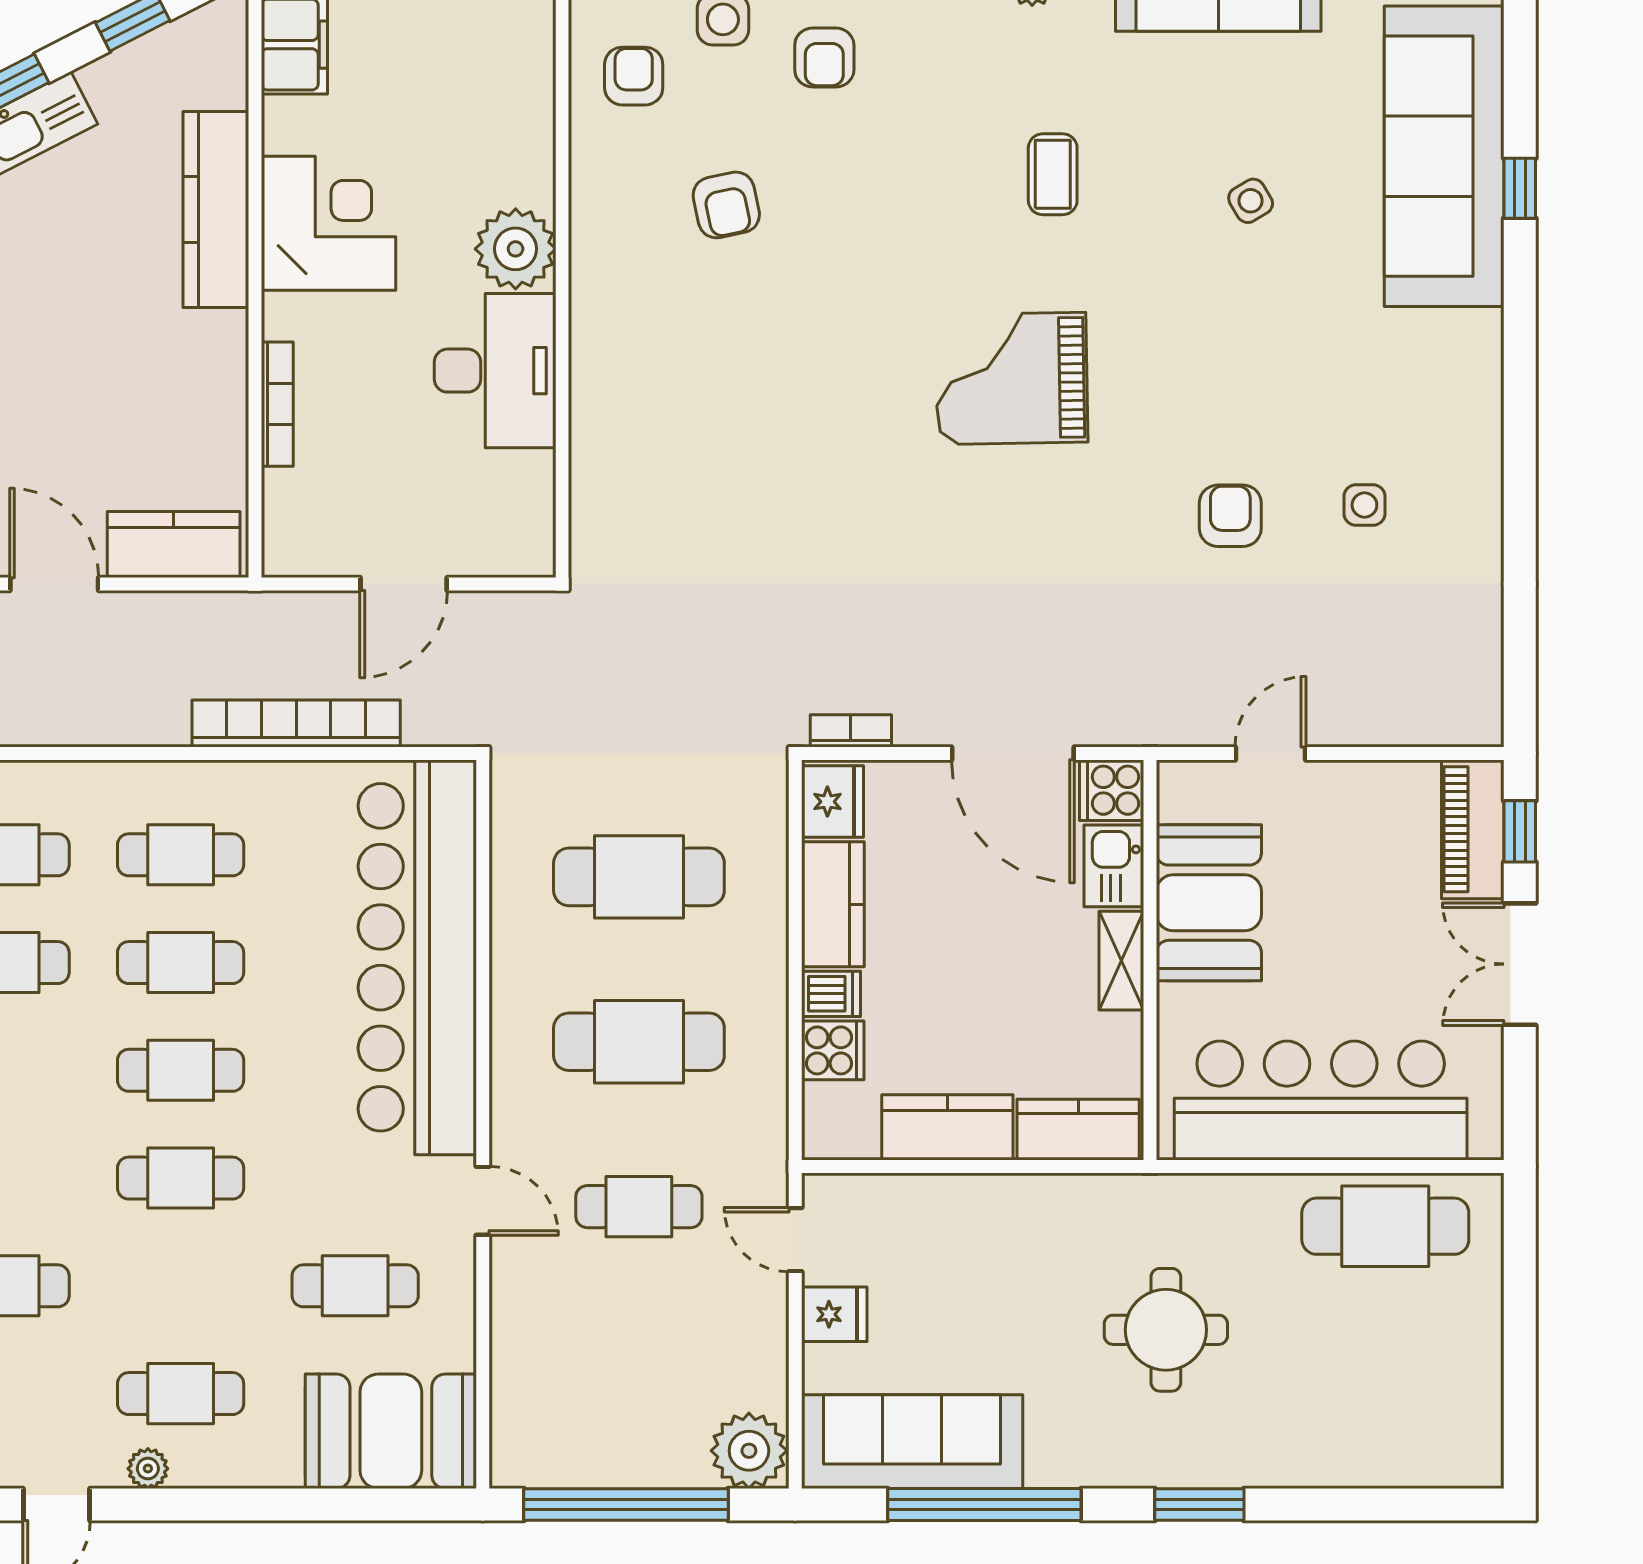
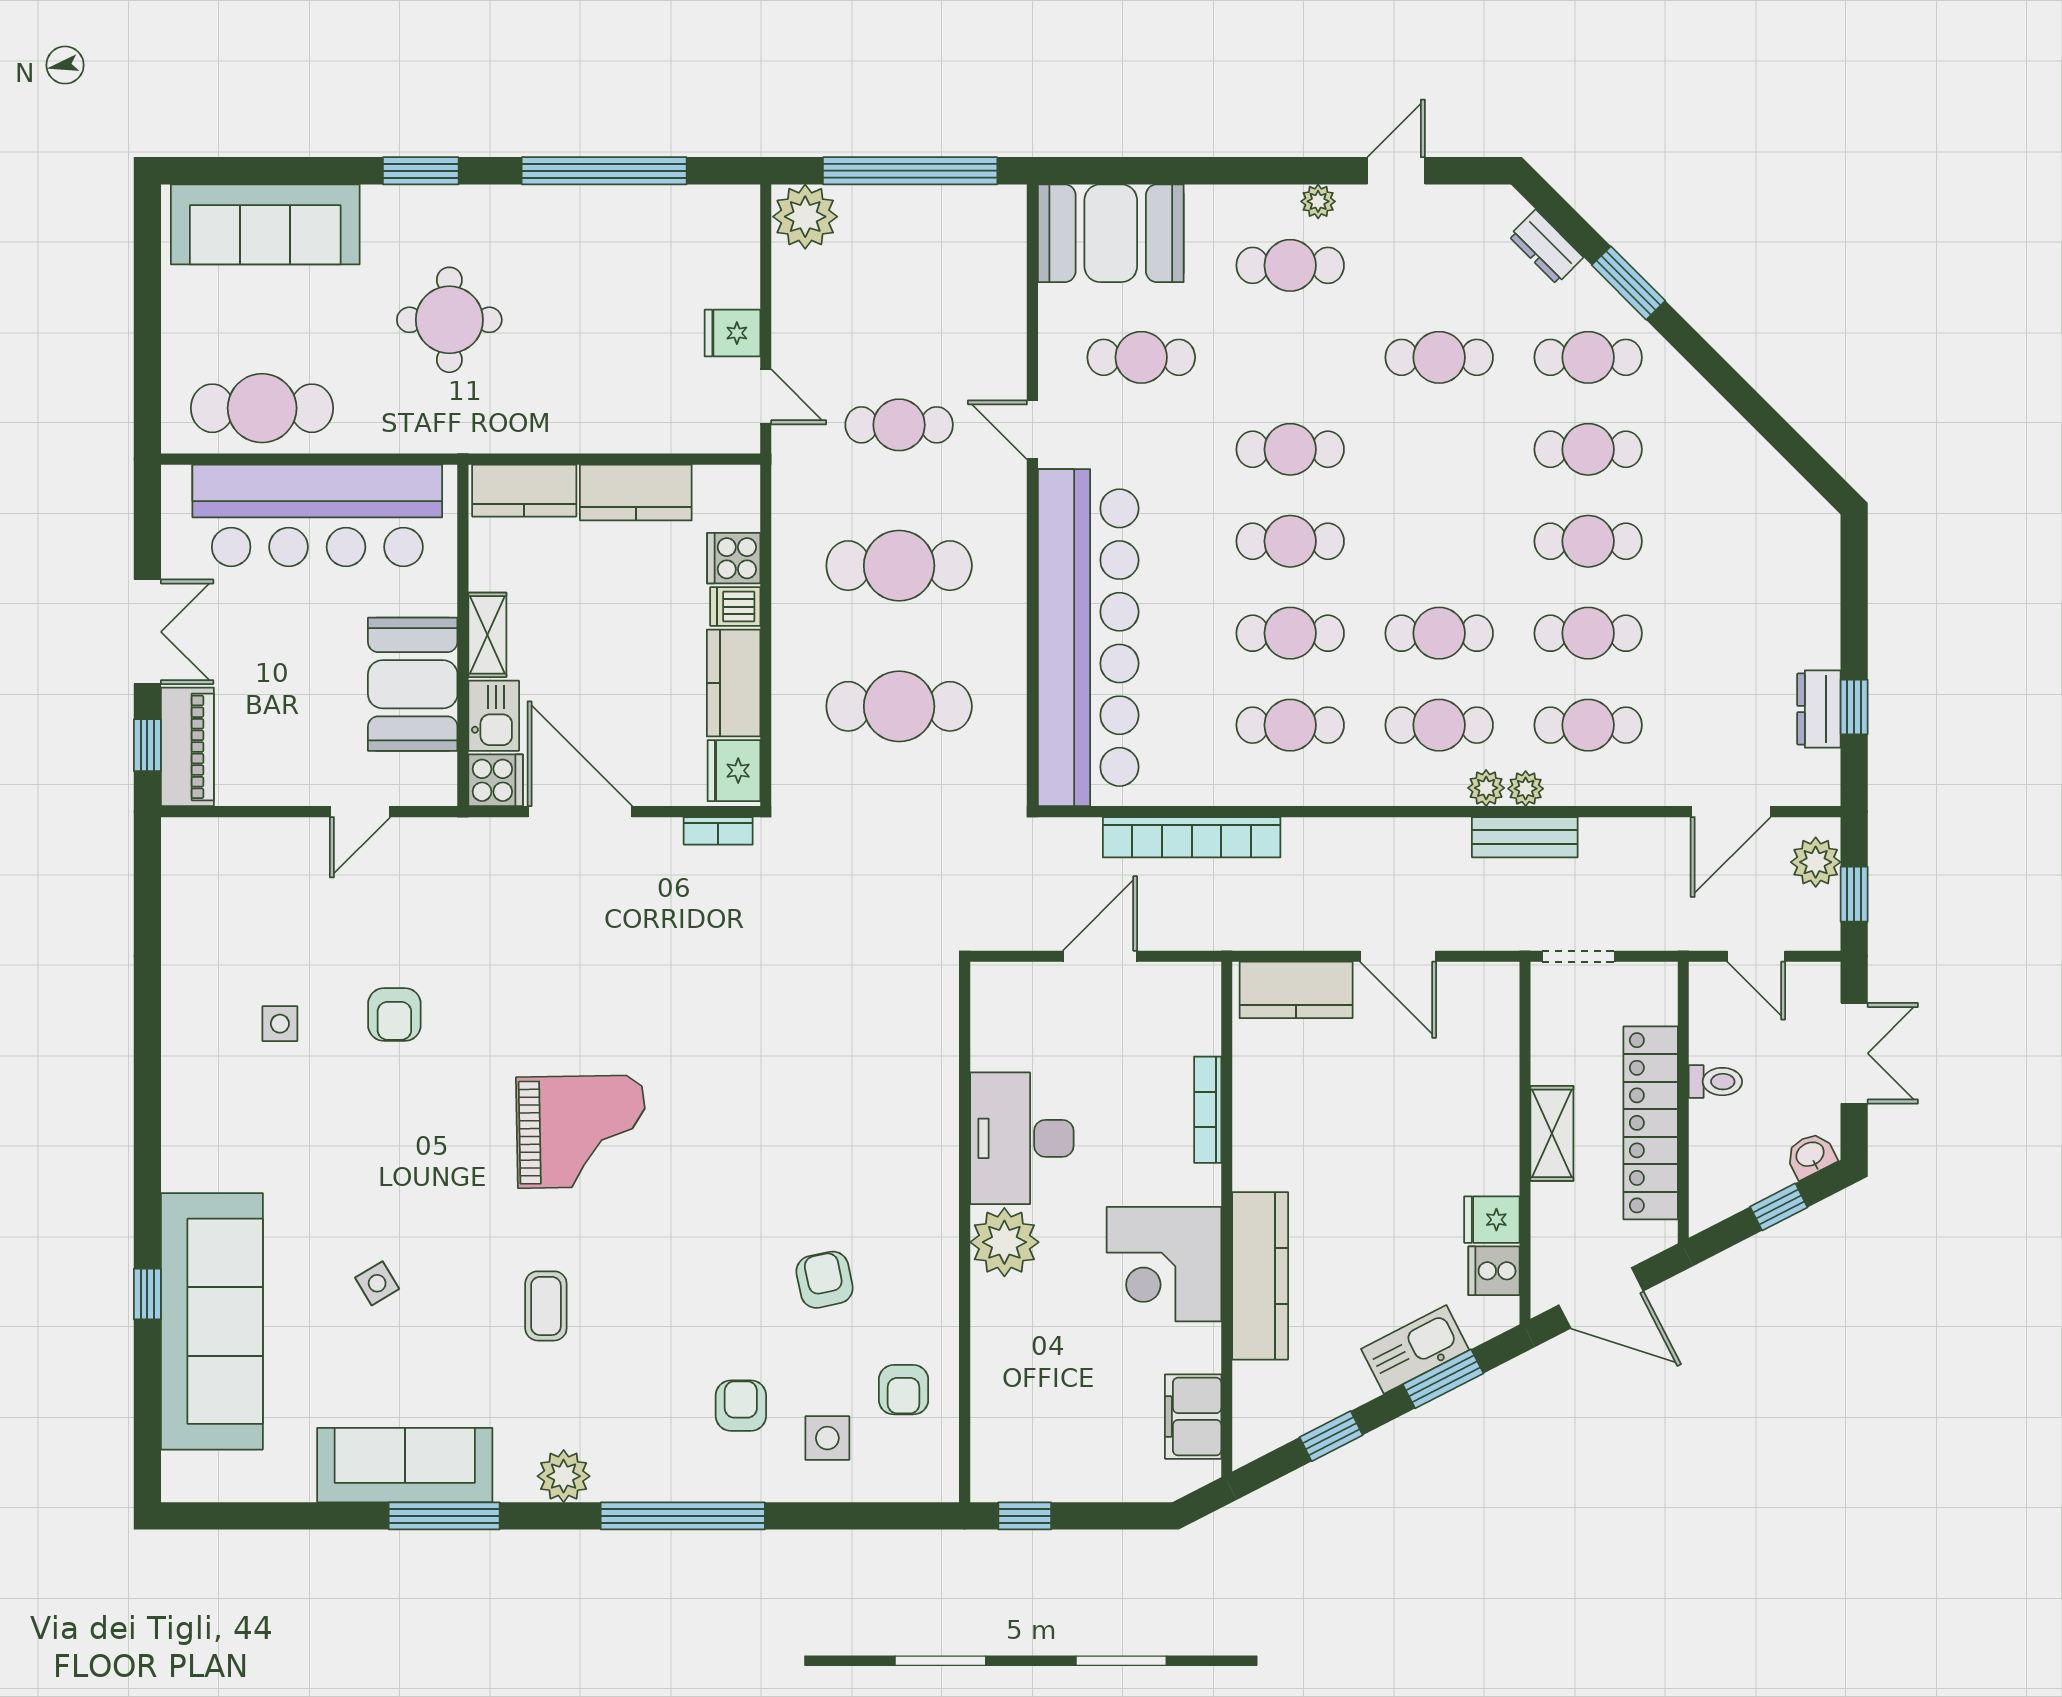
sofa: (912, 1442) -> (265, 224), moved

